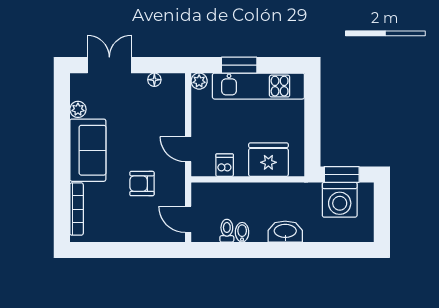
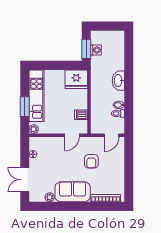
fridge: (268, 160) -> (76, 79), moved, turned -90
washing machine: (340, 200) -> (96, 50), width x0.53, depth x0.53

